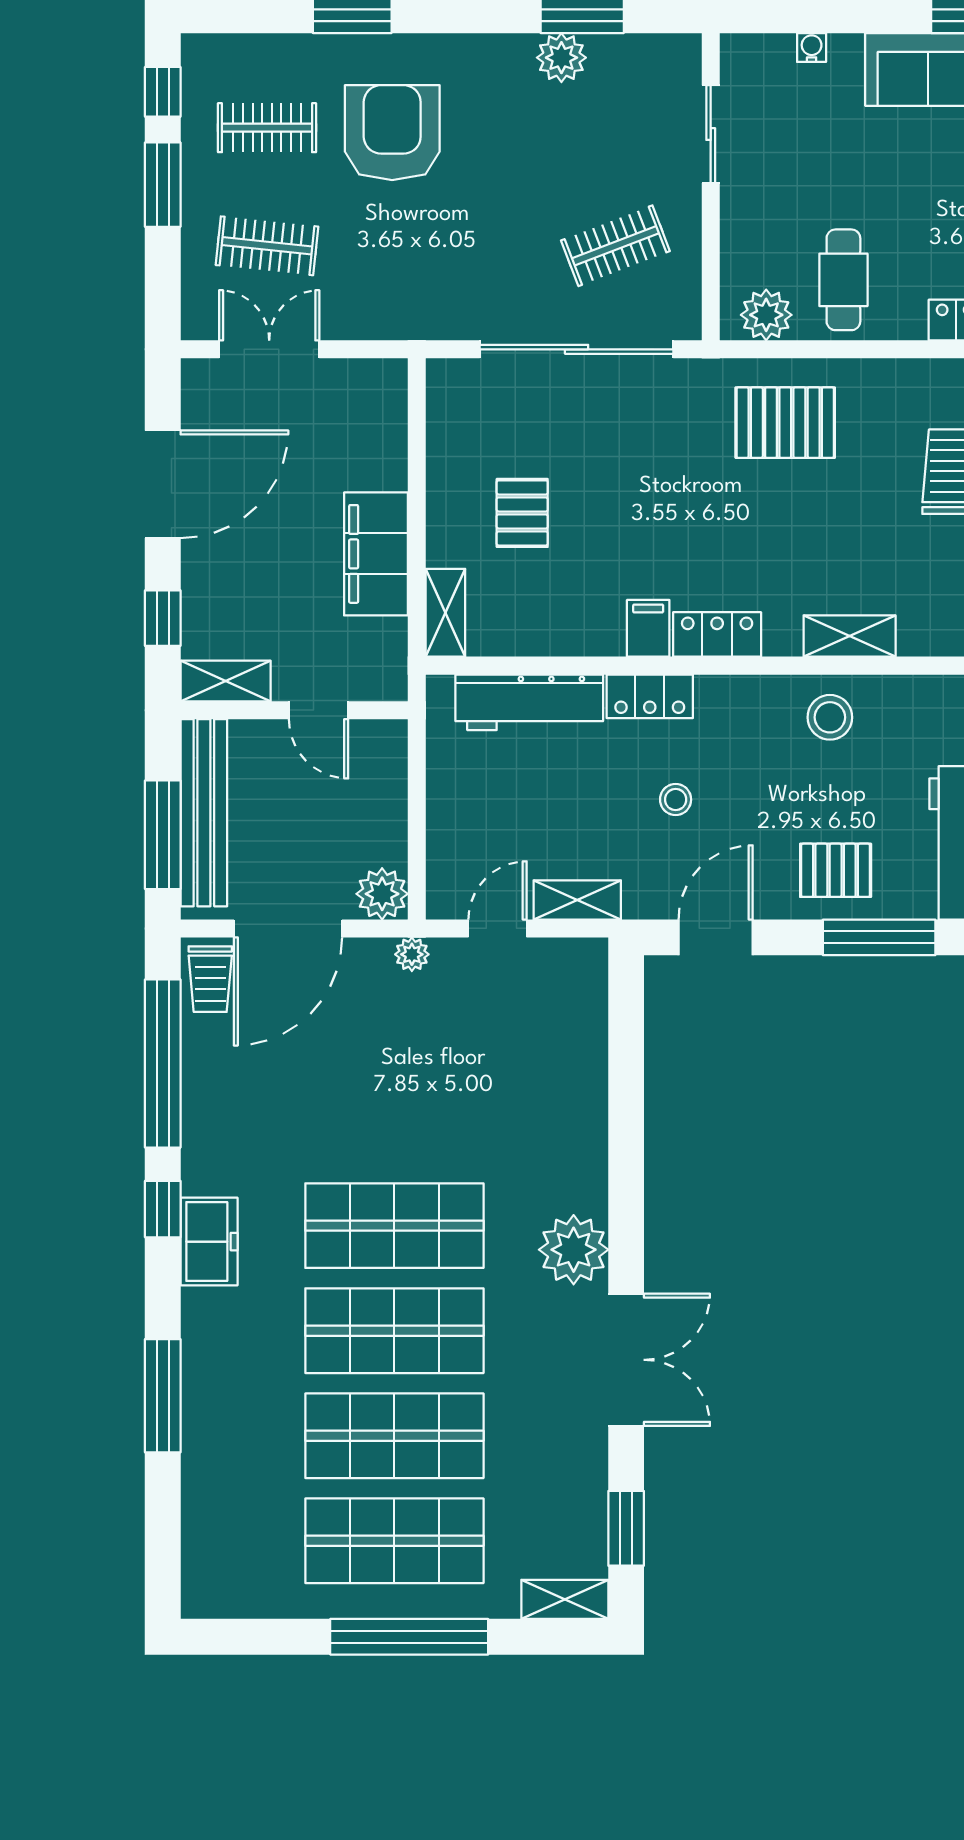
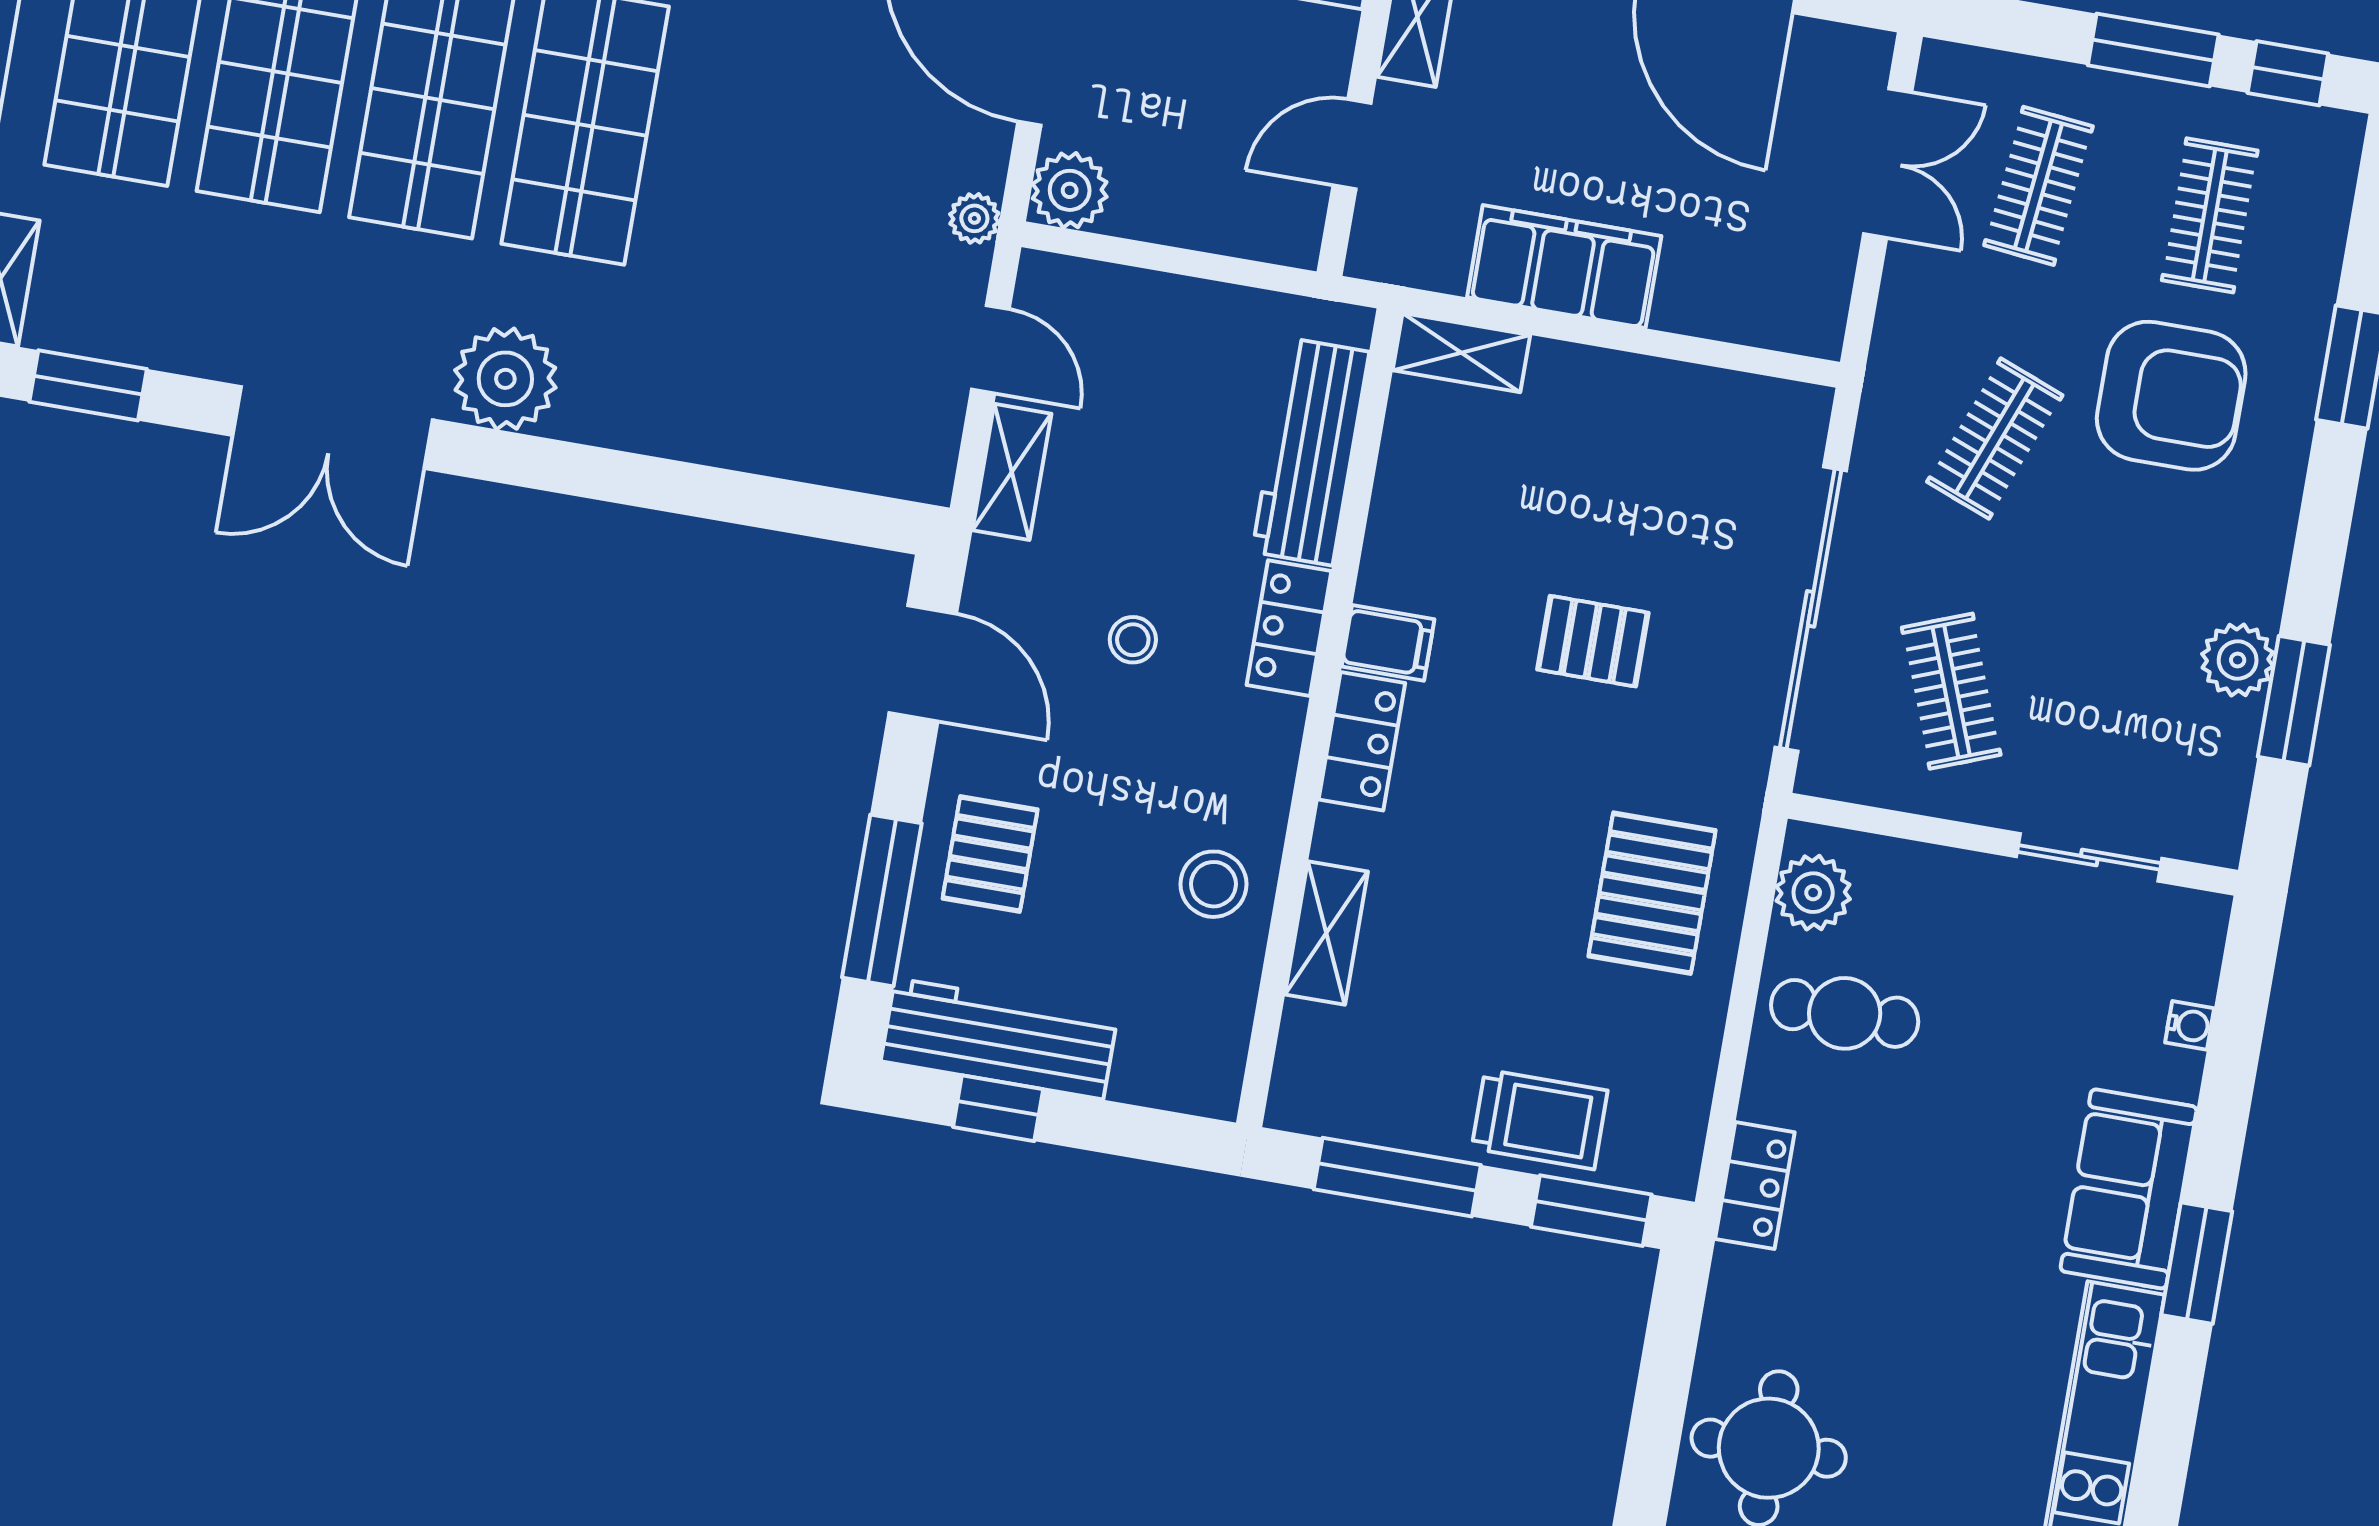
clothes rail: (441, 246) -> (1995, 439), added
pallet: (522, 513) -> (1593, 641), moved

